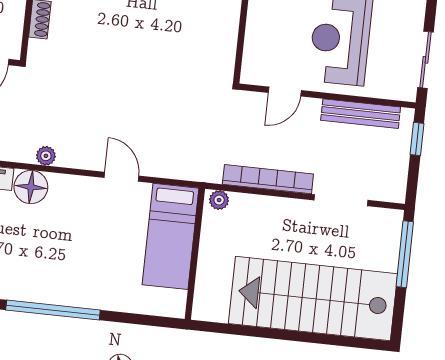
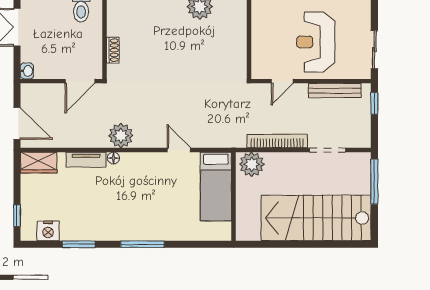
plant: (46, 156) -> (121, 136), width x1.88, depth x1.88
floor lamp: (31, 187) -> (113, 158), width x0.53, depth x0.53
plant: (219, 200) -> (252, 164), width x1.87, depth x1.87
window: (53, 310) -> (142, 244), width x0.68

